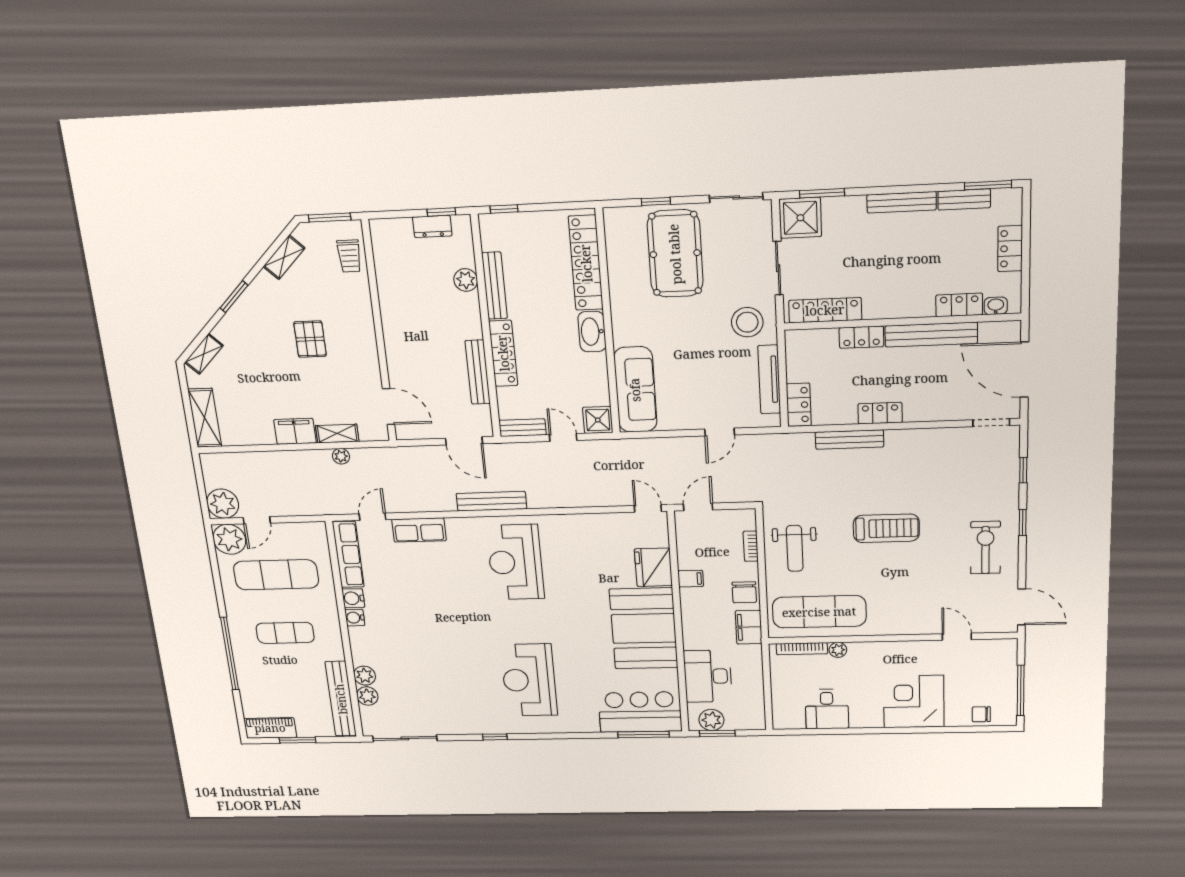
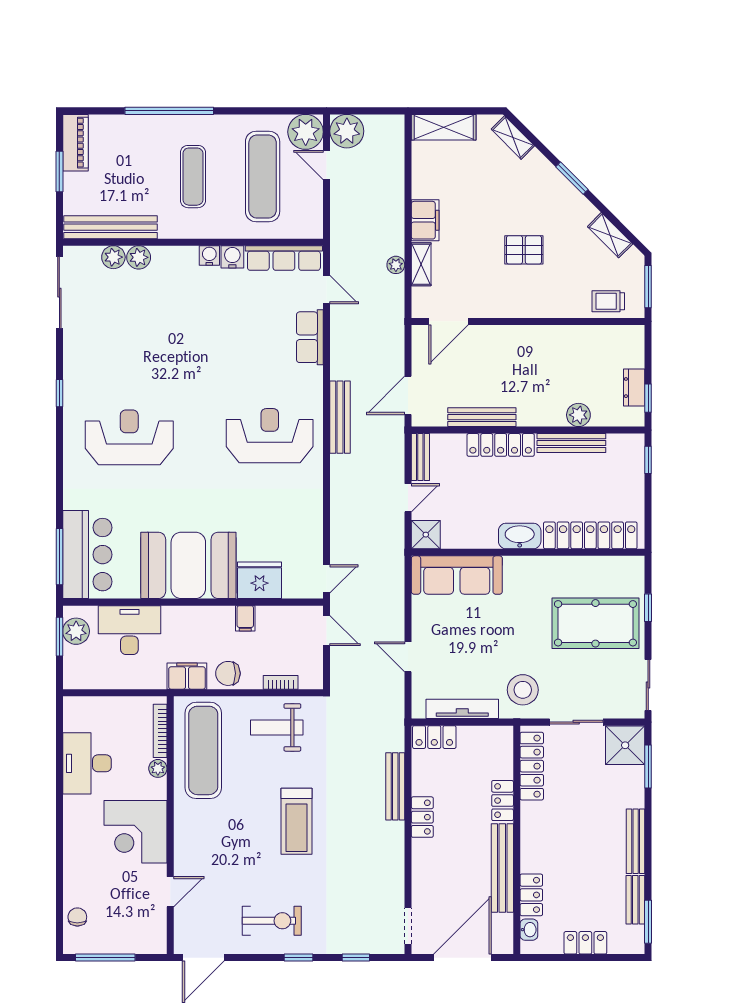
corner desk: (914, 702) -> (136, 832), moved, turned 180
desk: (827, 709) -> (87, 763), width x1.37

